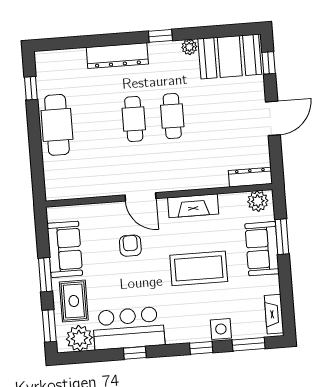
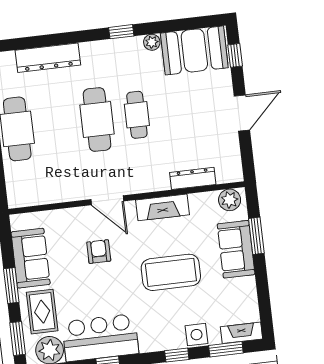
dresser: (117, 56) -> (48, 58), moved
cafe table: (134, 119) -> (97, 120), width x1.37, depth x1.35
dresser: (250, 177) -> (193, 178), moved
fireplace: (274, 314) -> (241, 333), moved, turned 90

